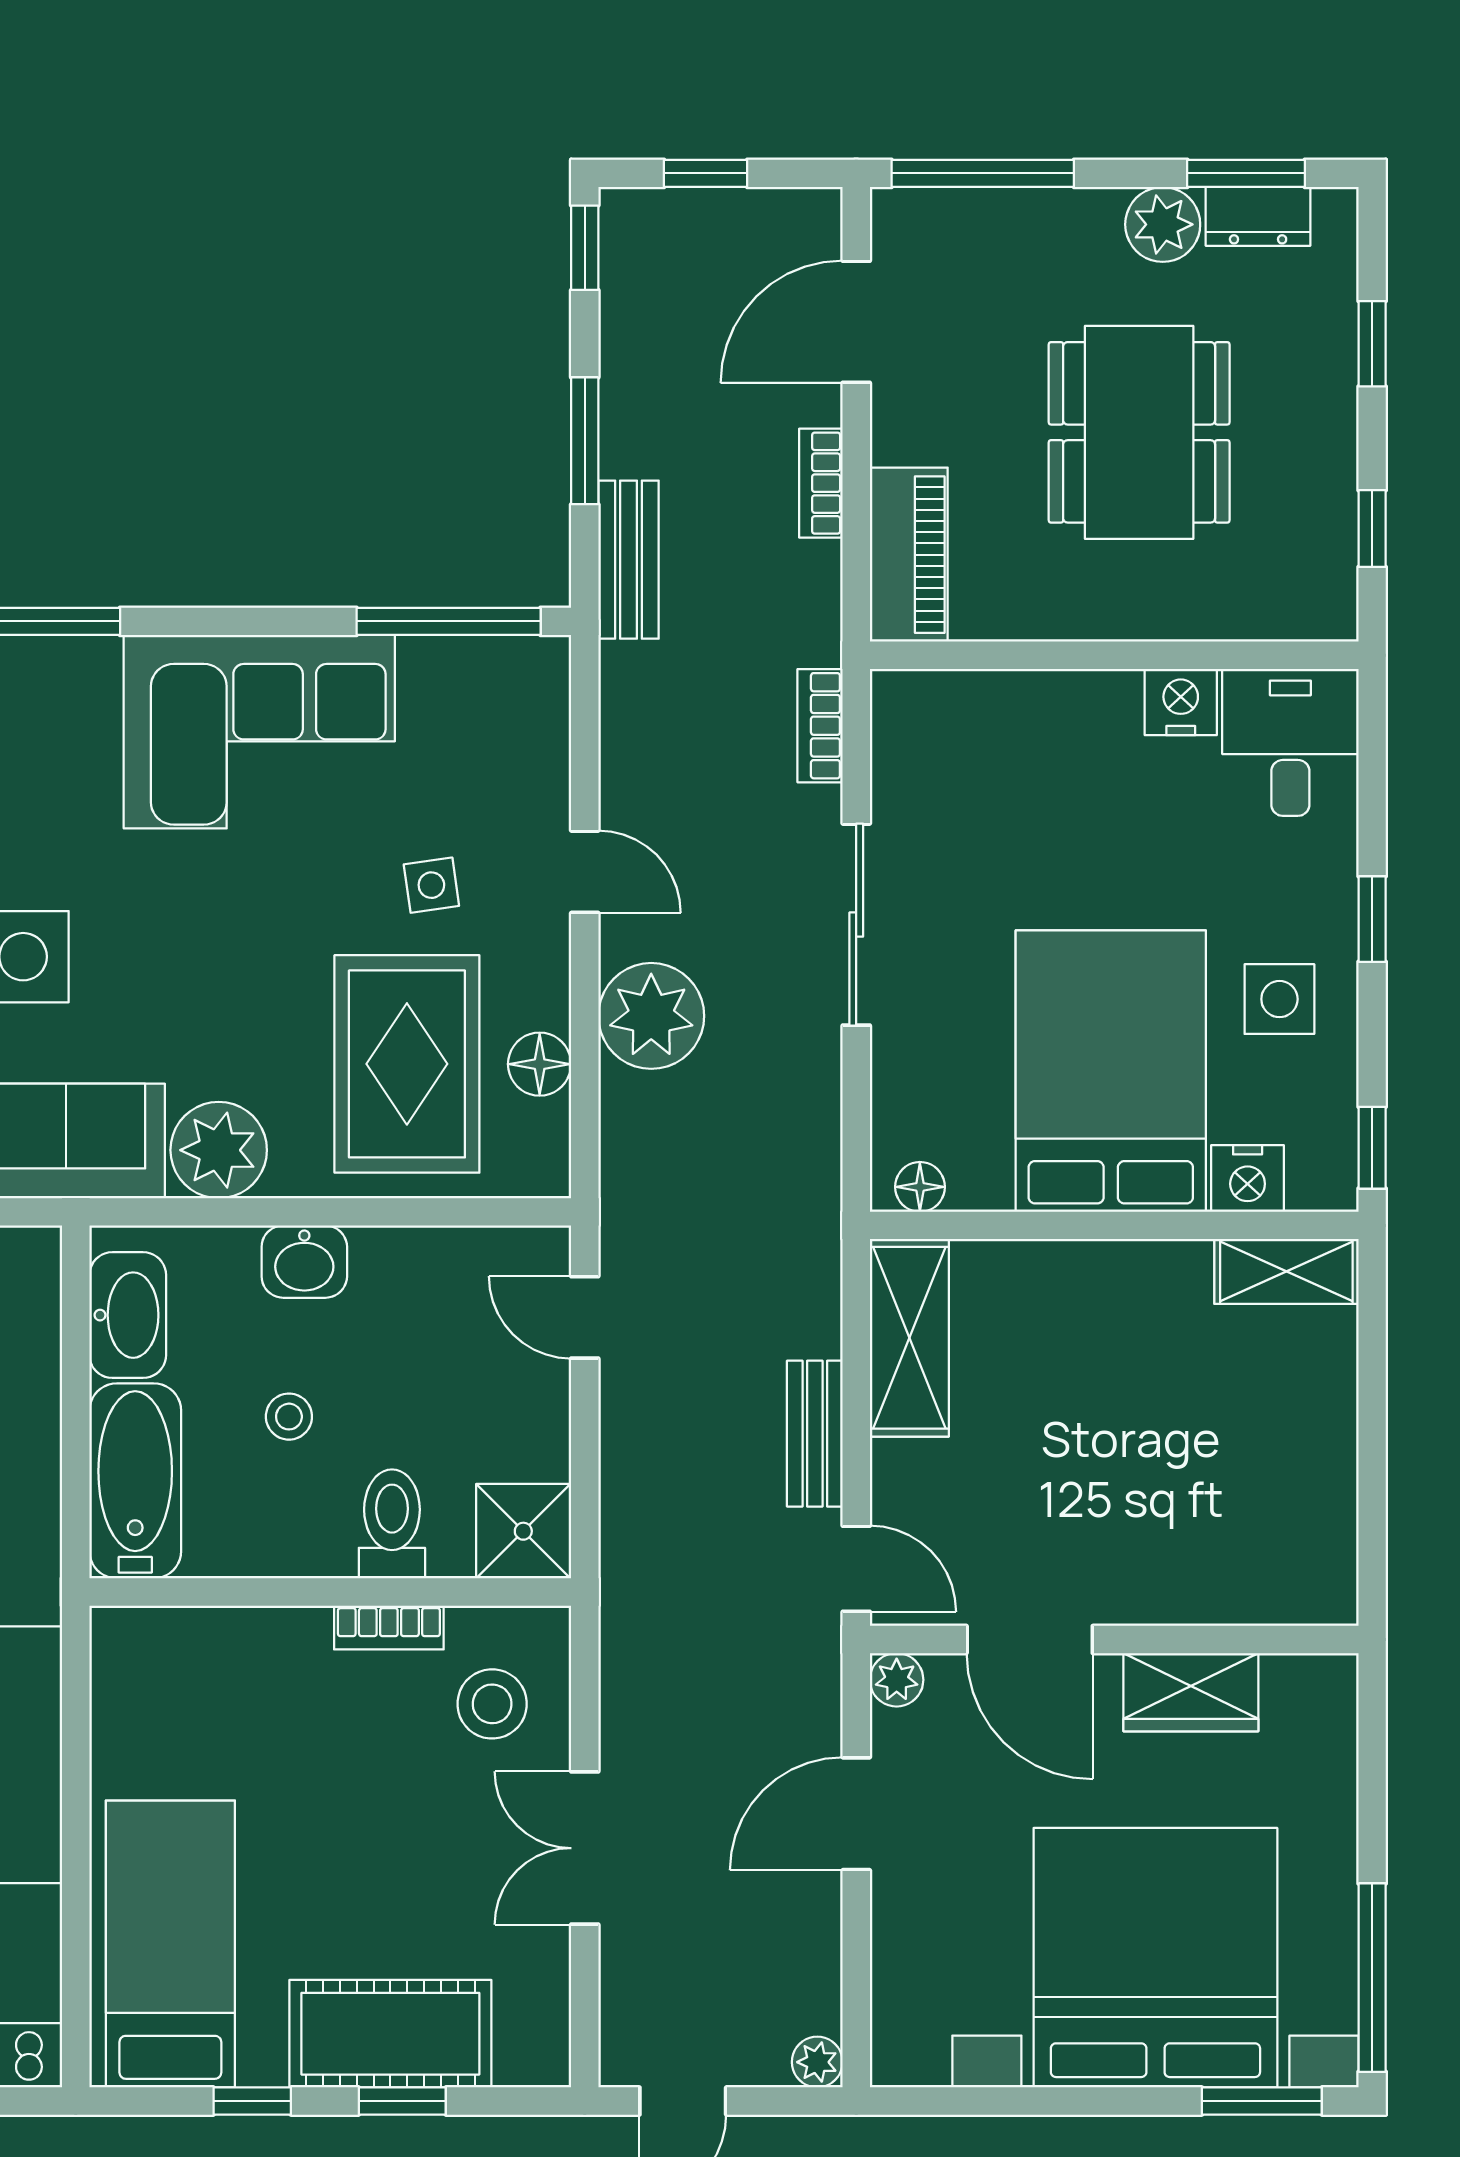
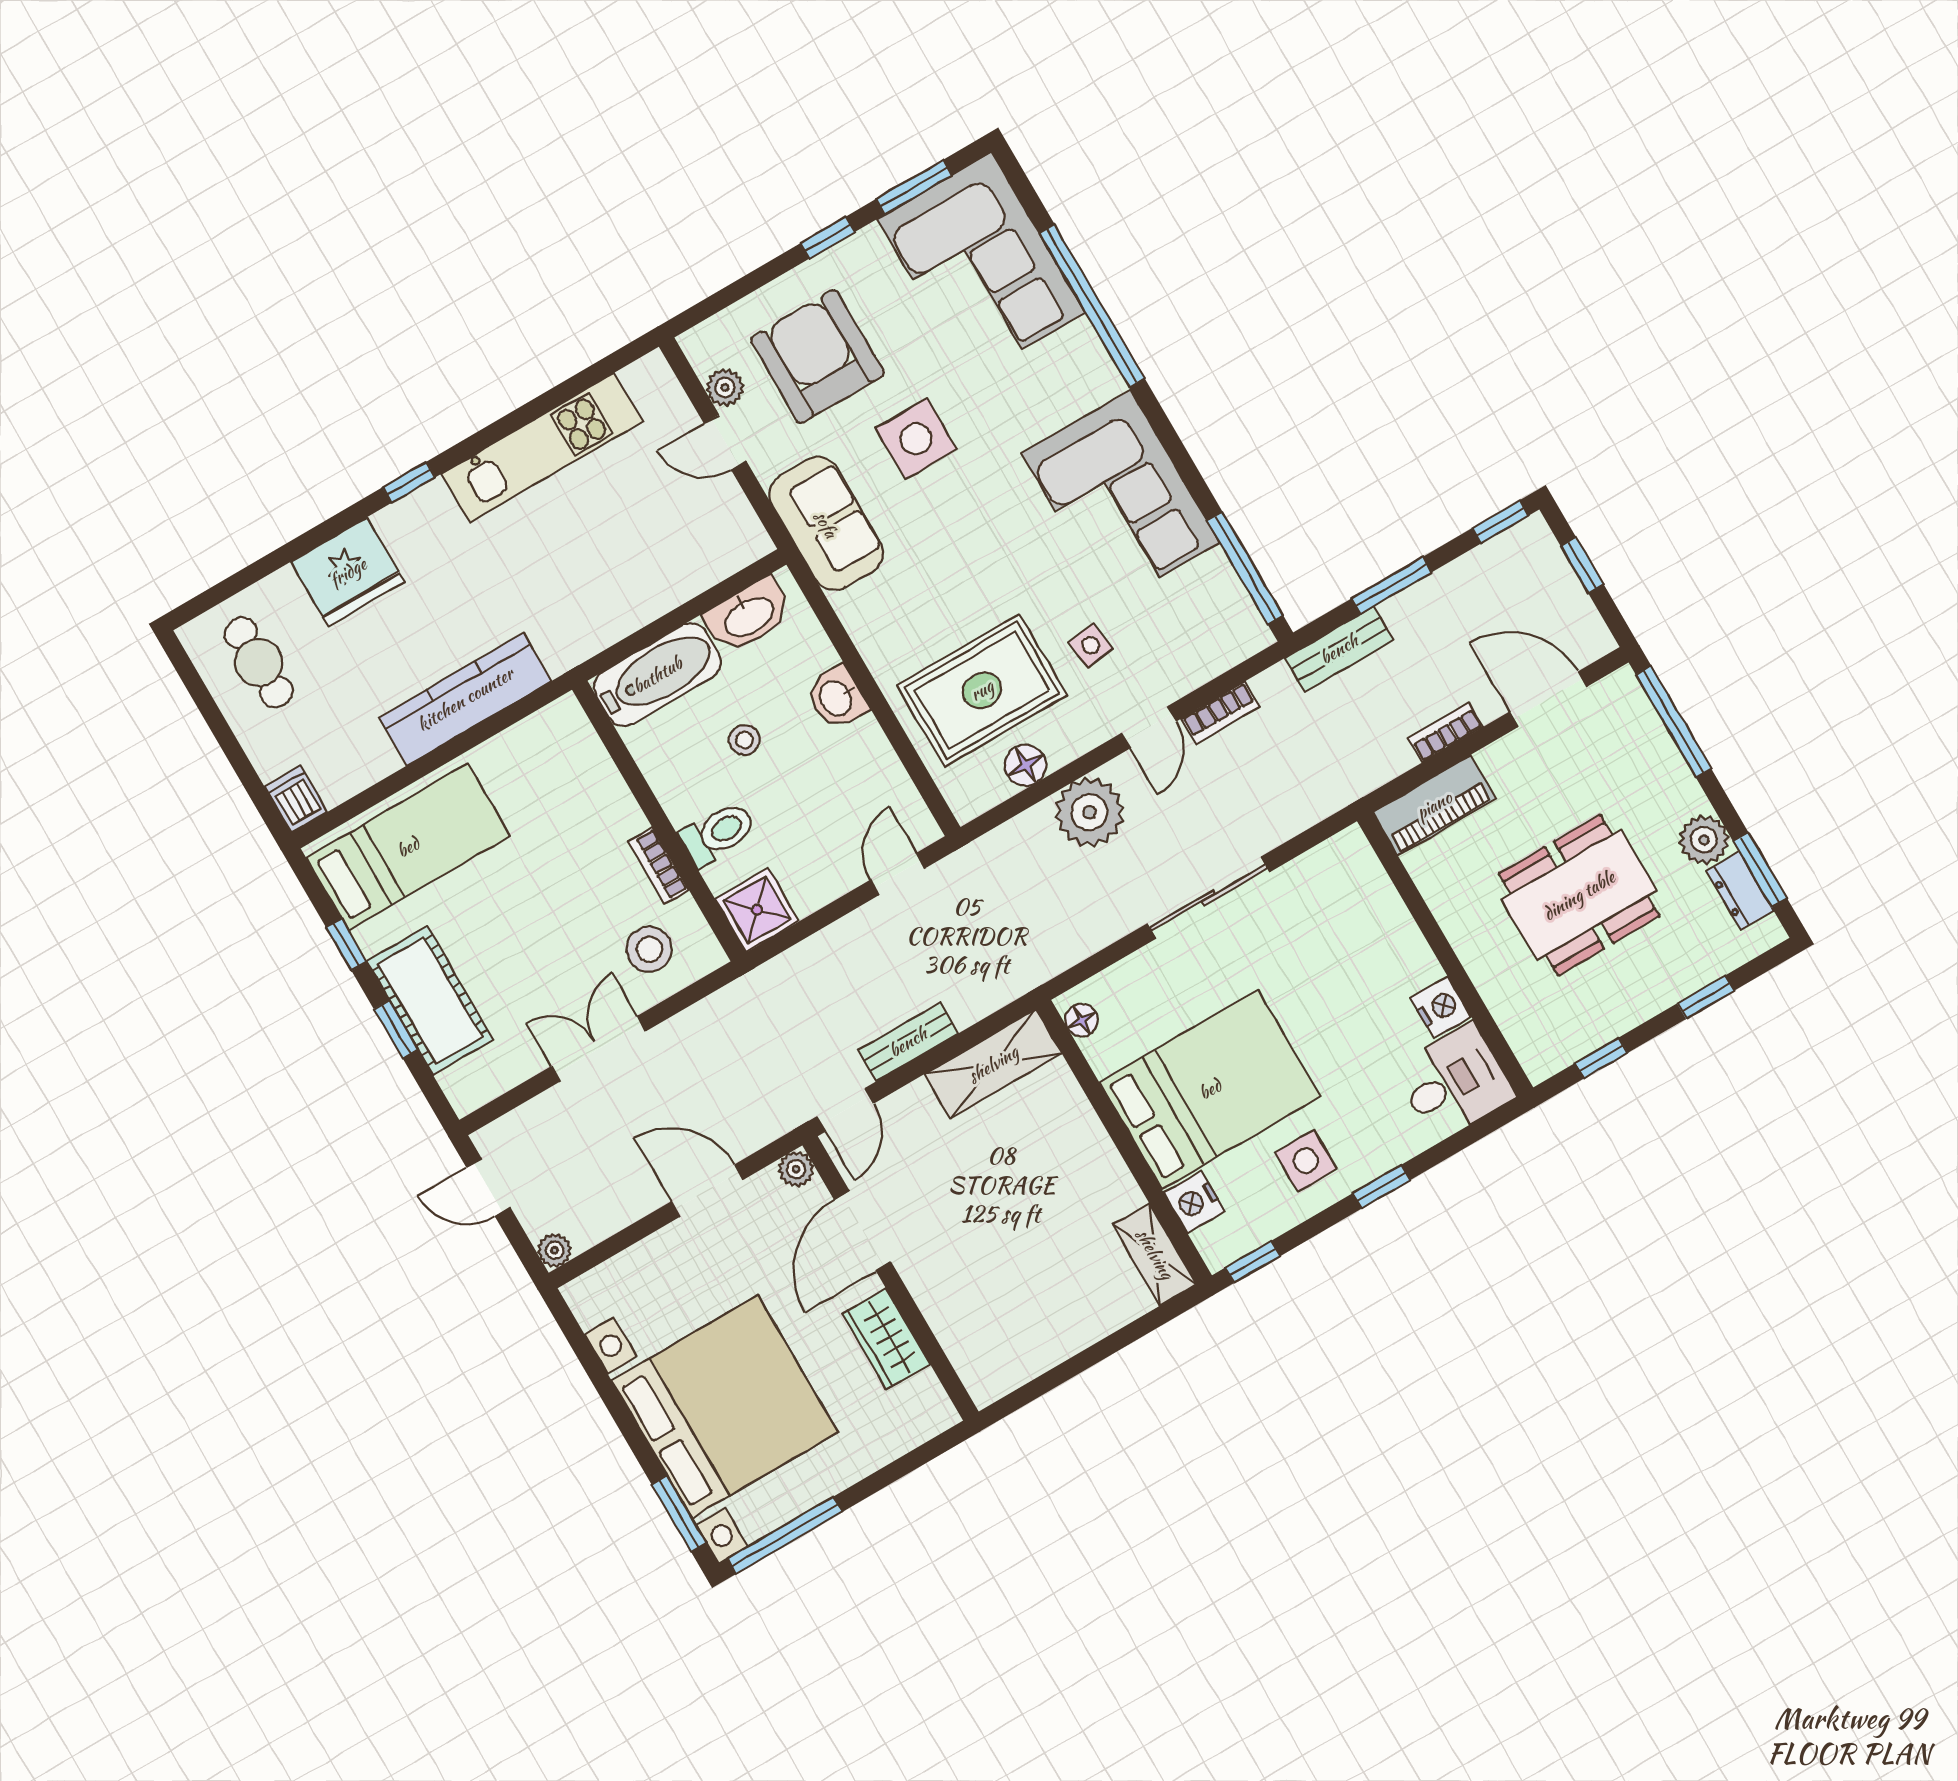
bookcase: (820, 726) -> (1220, 713), moved, turned 180
plant: (219, 1150) -> (871, 613), removed

